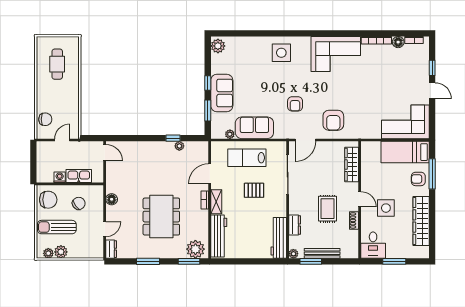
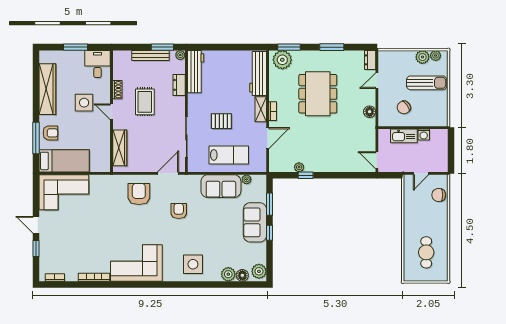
floor lamp: (398, 42) -> (242, 275), moved
plant: (247, 43) -> (228, 274), added
chair: (48, 200) -> (436, 111), removed

